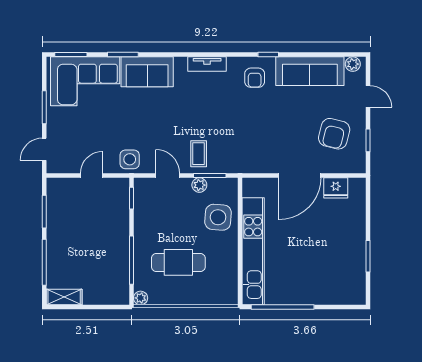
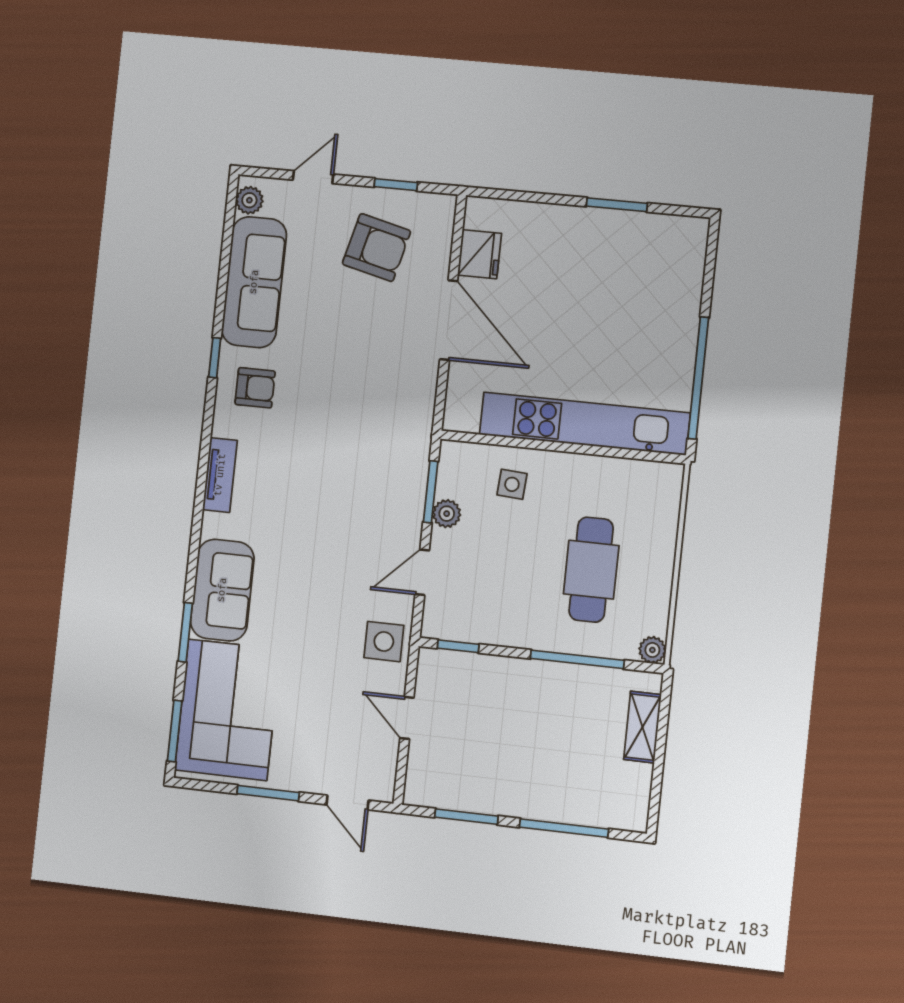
coffee table: (199, 154) -> (387, 509), removed
side table: (218, 217) -> (512, 484), width x0.54, depth x0.54
shelving: (64, 297) -> (642, 727), moved

